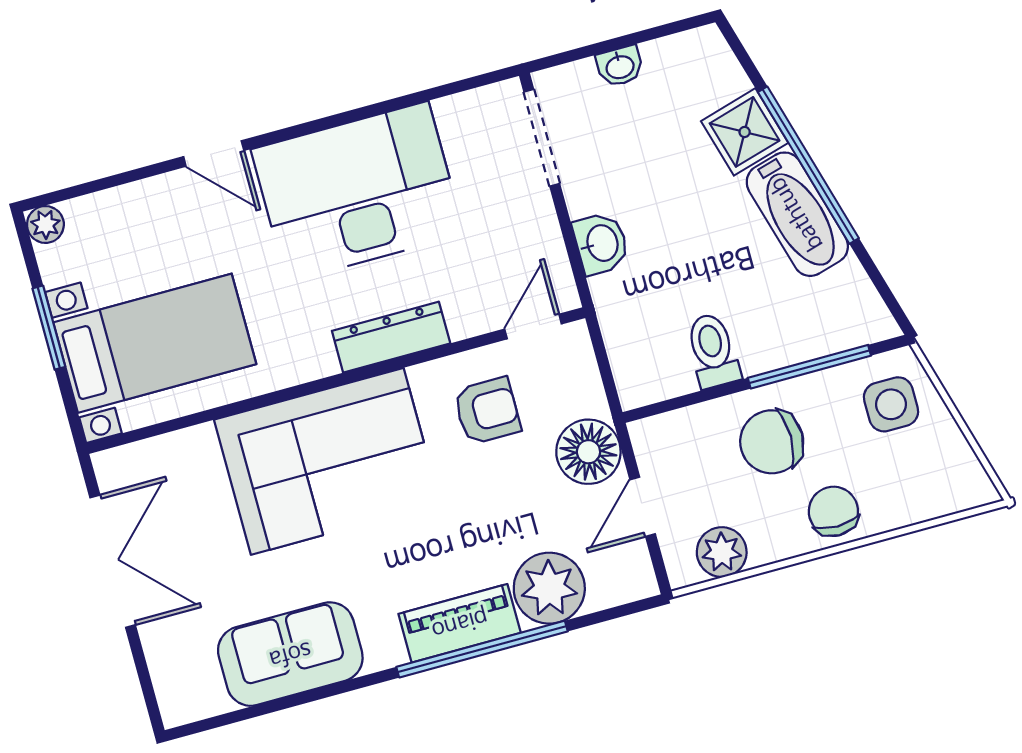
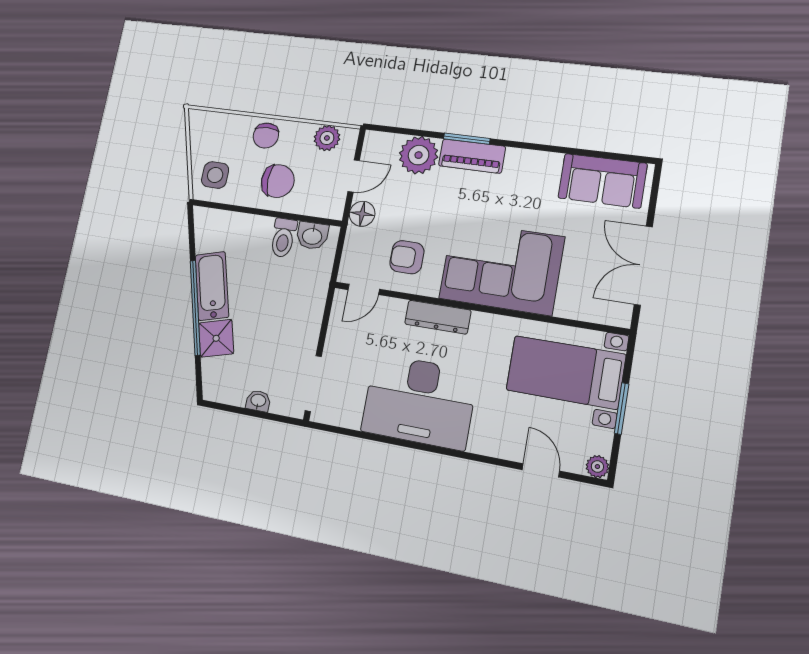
door: (214, 154) -> (541, 470), moved
washbasin: (601, 243) -> (312, 236), moved, turned -90
window: (809, 367) -> (243, 210), removed
floor lamp: (588, 452) -> (362, 214), width x0.73, depth x0.73
window: (482, 649) -> (467, 139), width x0.47
sofa: (290, 654) -> (602, 181), moved

